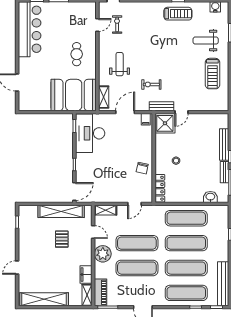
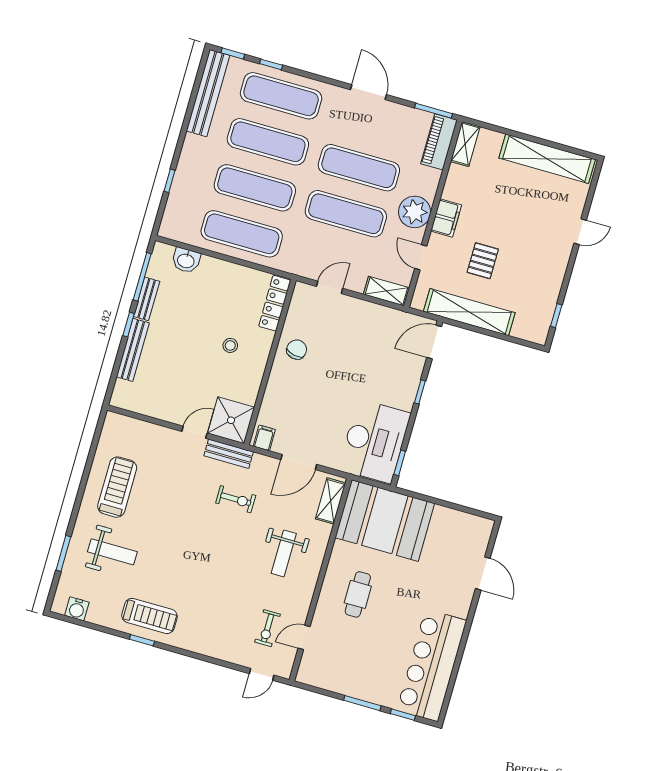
treadmill: (178, 14) -> (150, 616), turned 180
filing cabinet: (86, 275) -> (446, 218), moved

